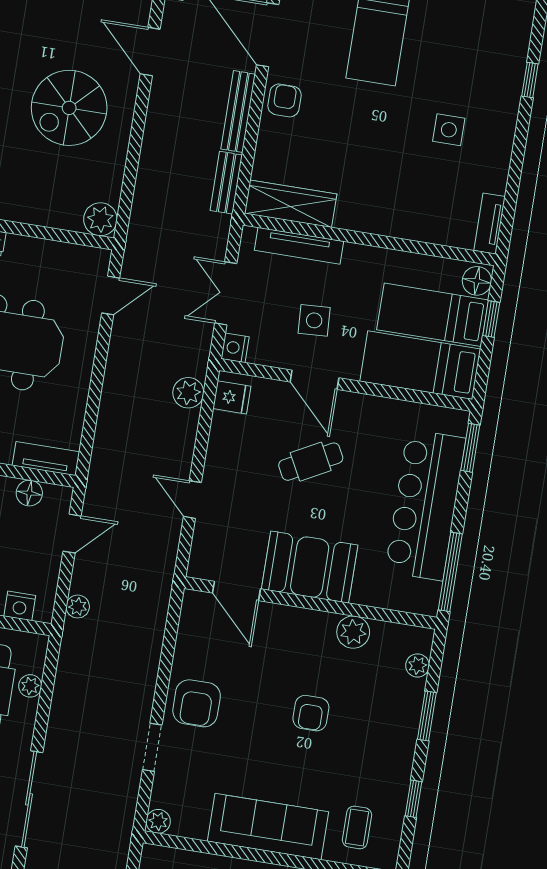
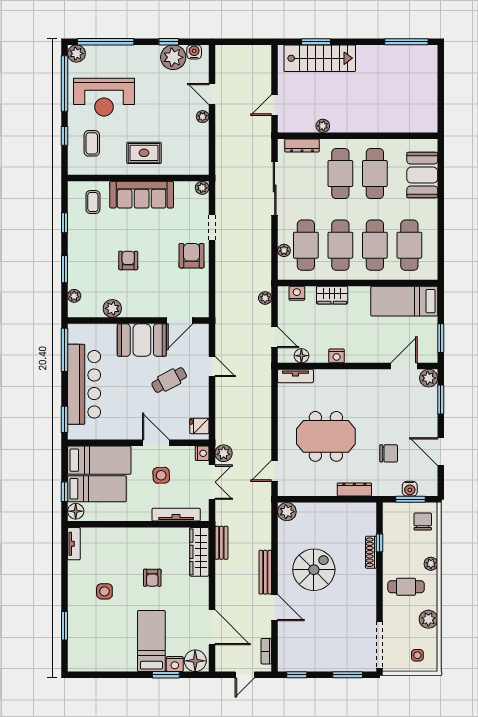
window: (530, 80) -> (65, 626), width x1.50
armchair: (284, 100) -> (152, 578), moved
bench: (238, 112) -> (265, 572), moved
wardrobe: (291, 204) -> (199, 552), moved, turned 90
plant: (188, 393) -> (224, 453), moved
cafe table: (311, 462) -> (169, 380), moved
door: (72, 534) -> (275, 337), swing flipped
door: (236, 591) -> (180, 321), swing flipped

